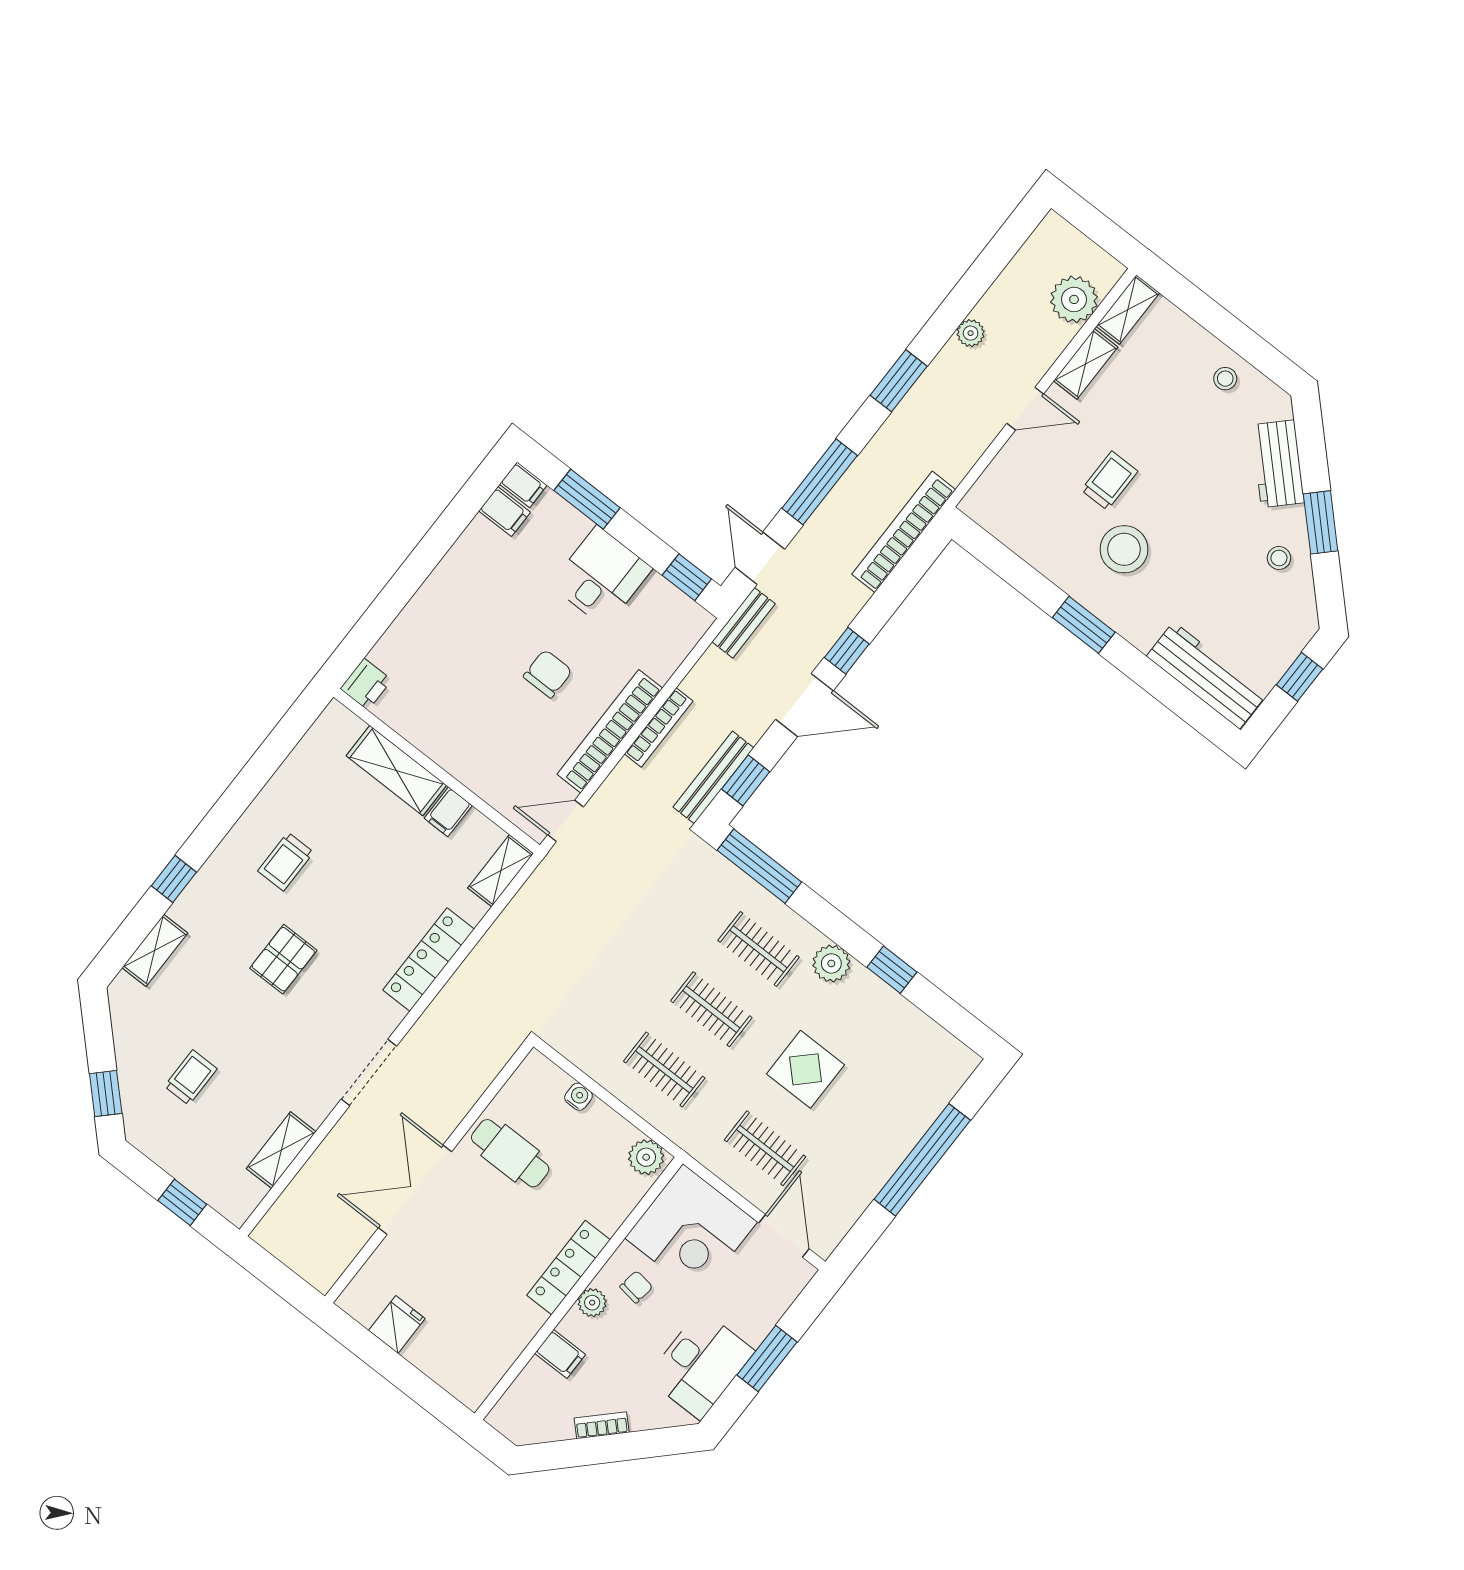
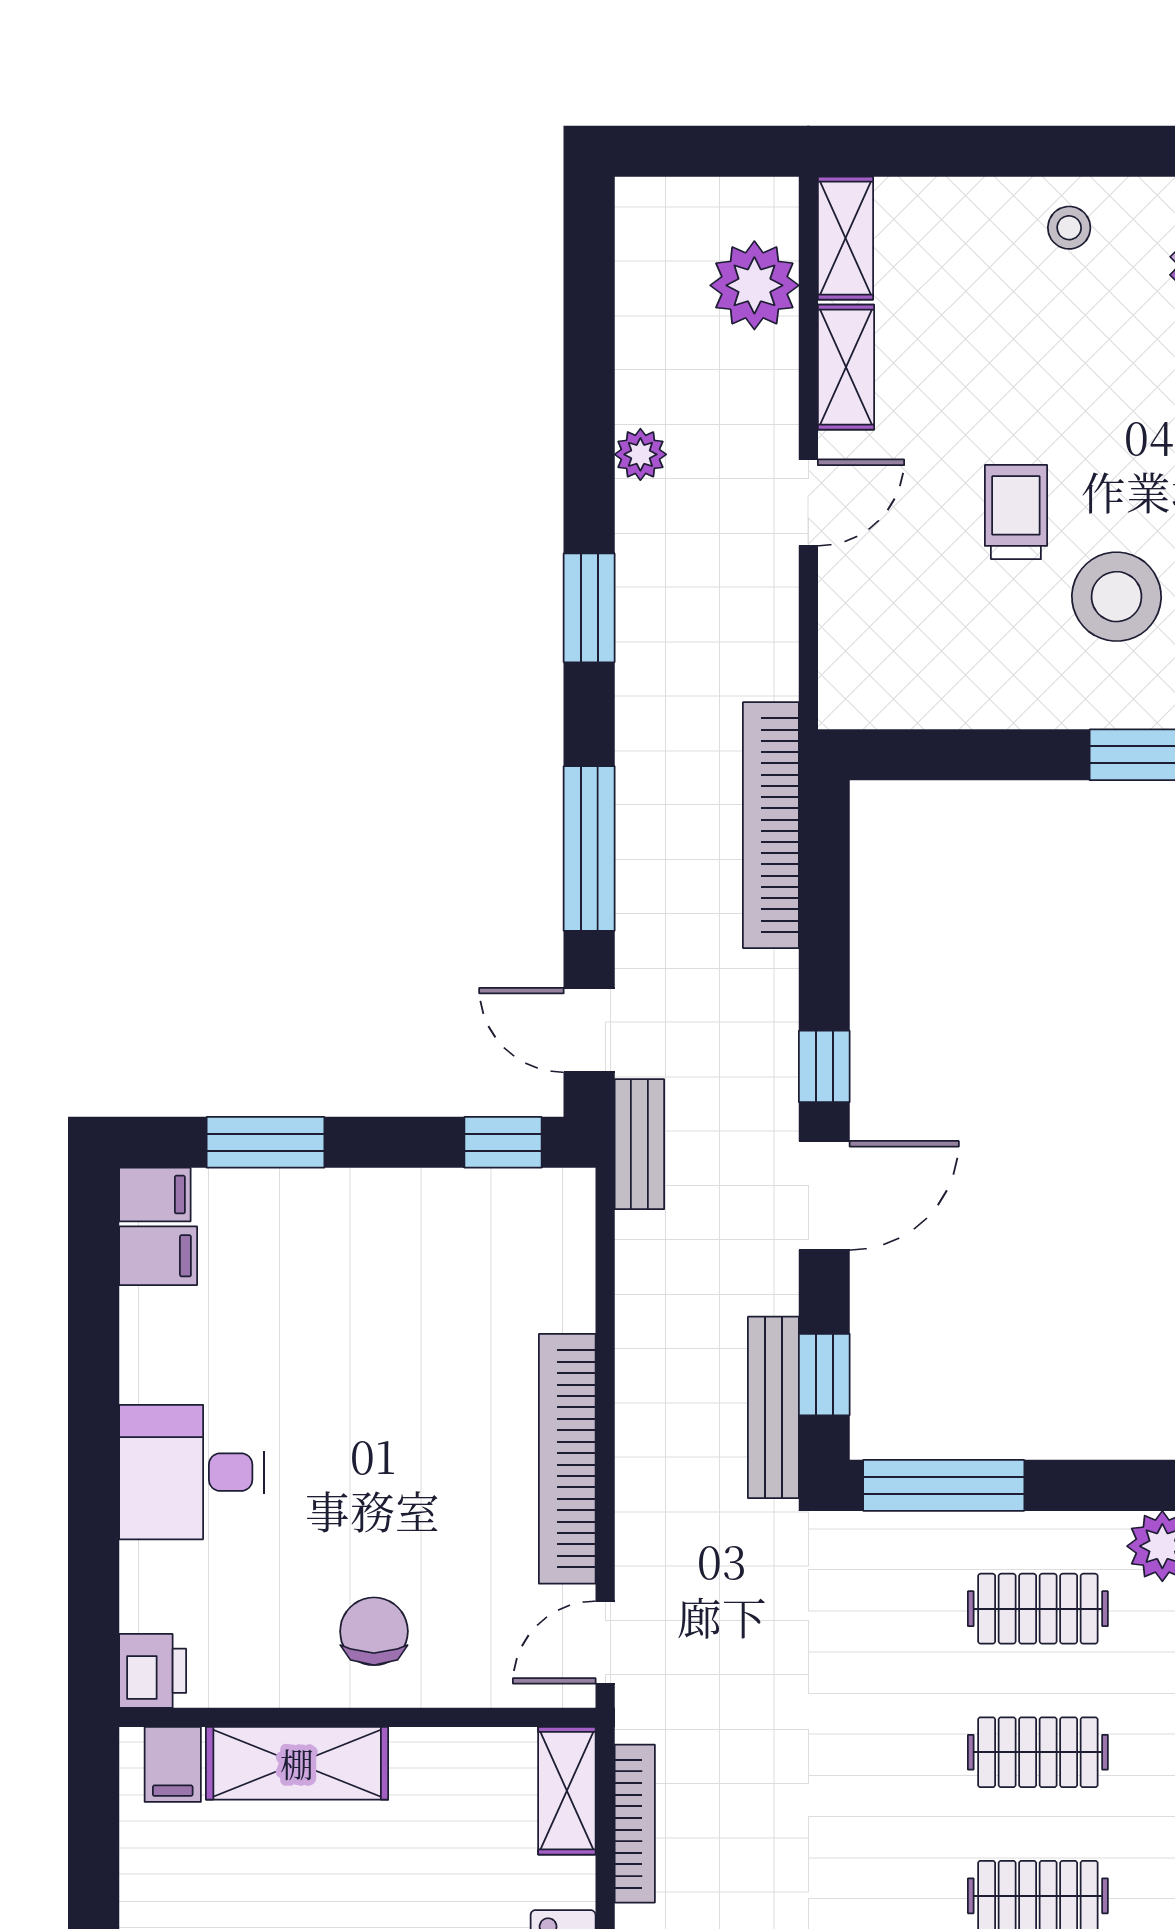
desk: (601, 577) -> (191, 1472), moved, turned -90
chair: (548, 674) -> (374, 1631), moved
bookcase: (659, 727) -> (635, 1824), moved
filing cabinet: (448, 812) -> (173, 1764), moved

